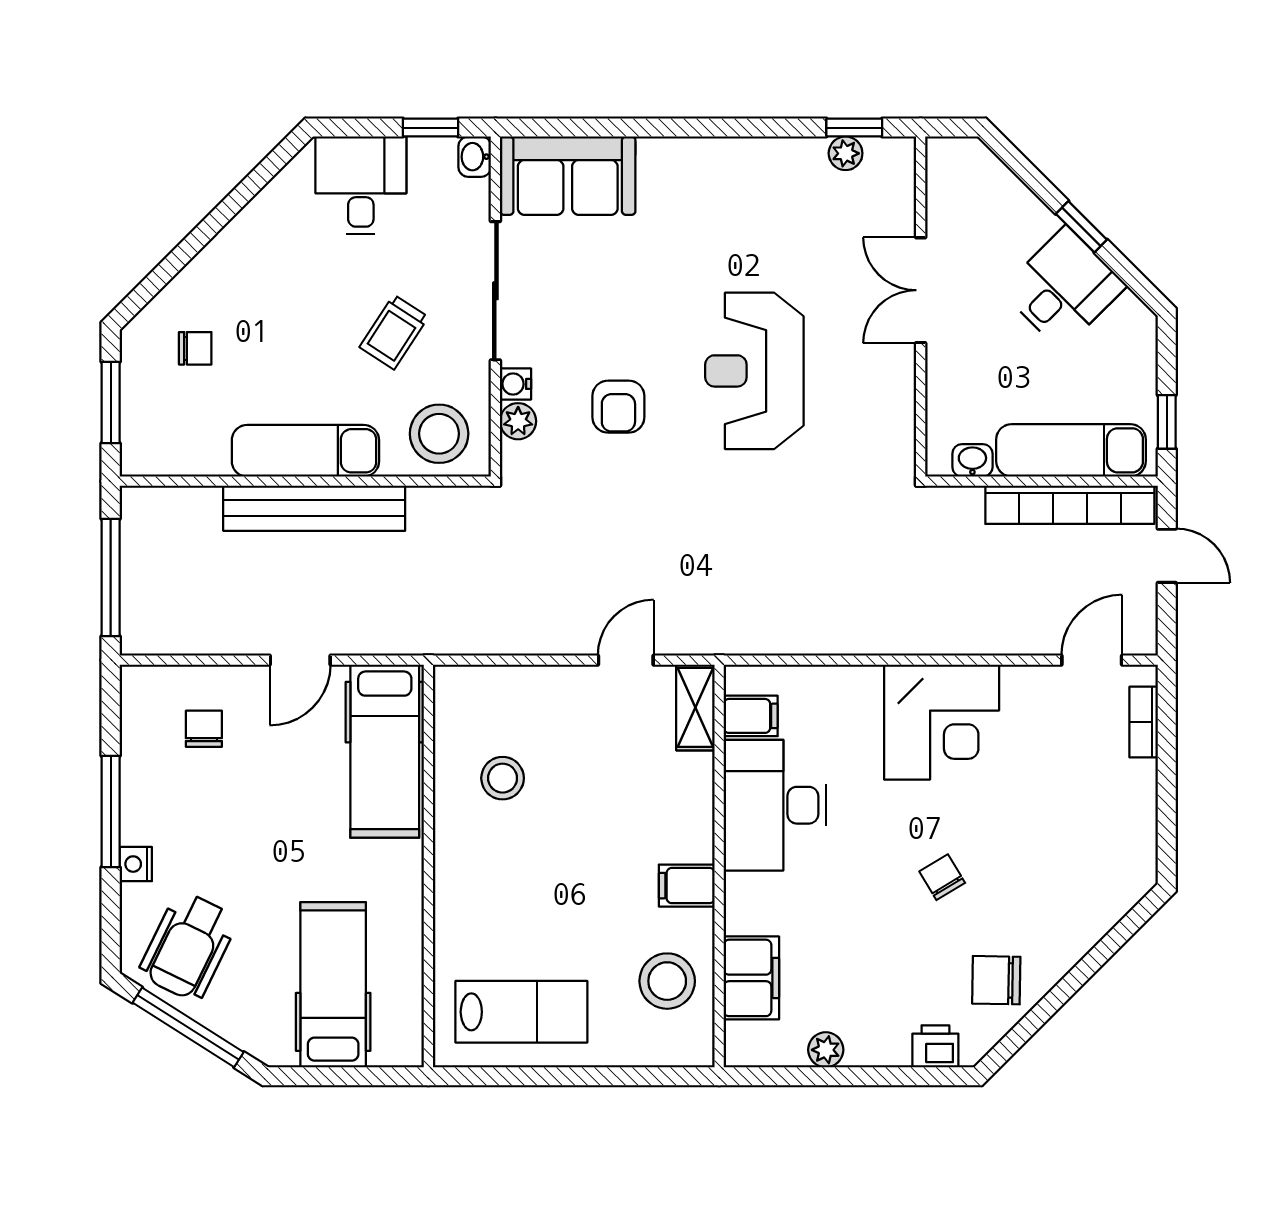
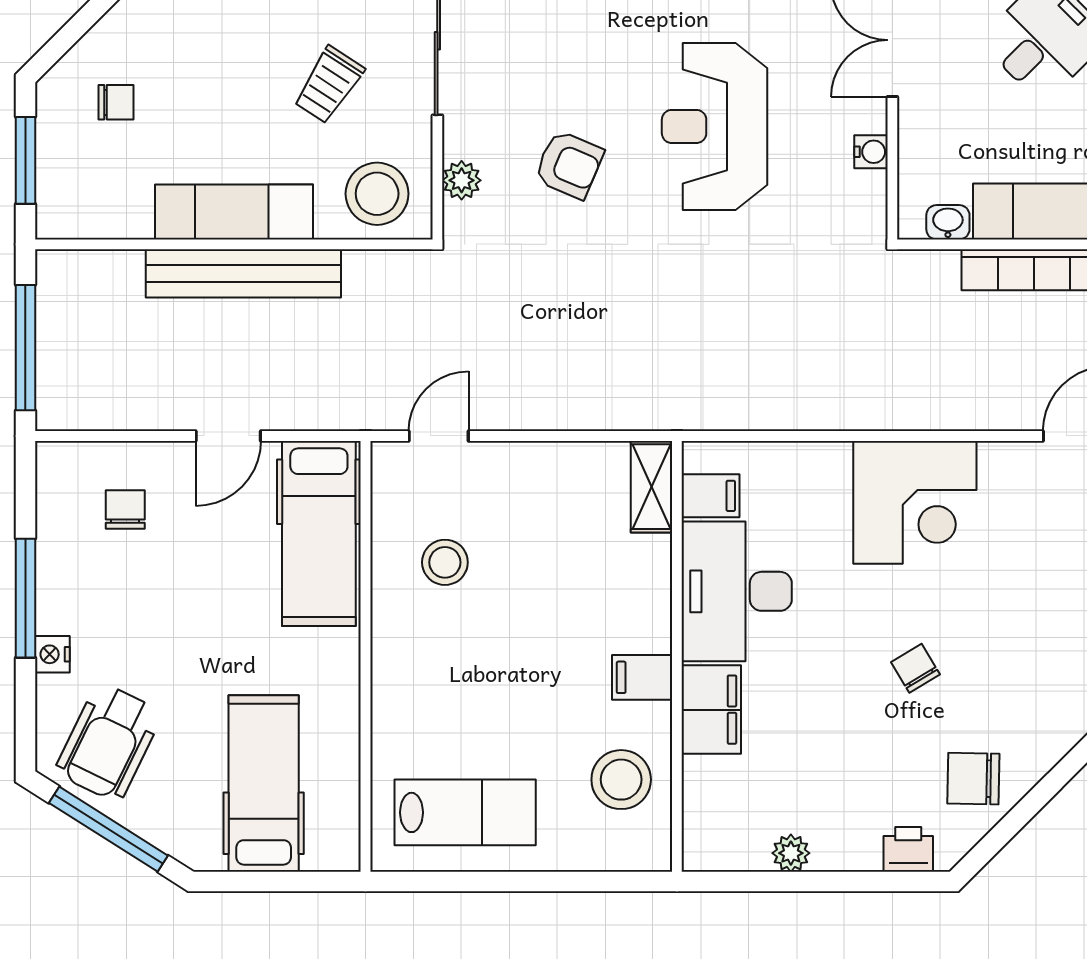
water cooler: (515, 384) -> (871, 152), moved, turned 180
armchair: (618, 407) -> (569, 165), turned -67
door: (626, 660) -> (439, 436), moved
filing cabinet: (751, 978) -> (711, 710), moved

